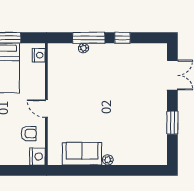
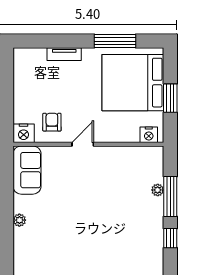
armchair: (29, 134) -> (52, 122), turned 180
sofa: (82, 154) -> (27, 170), moved

